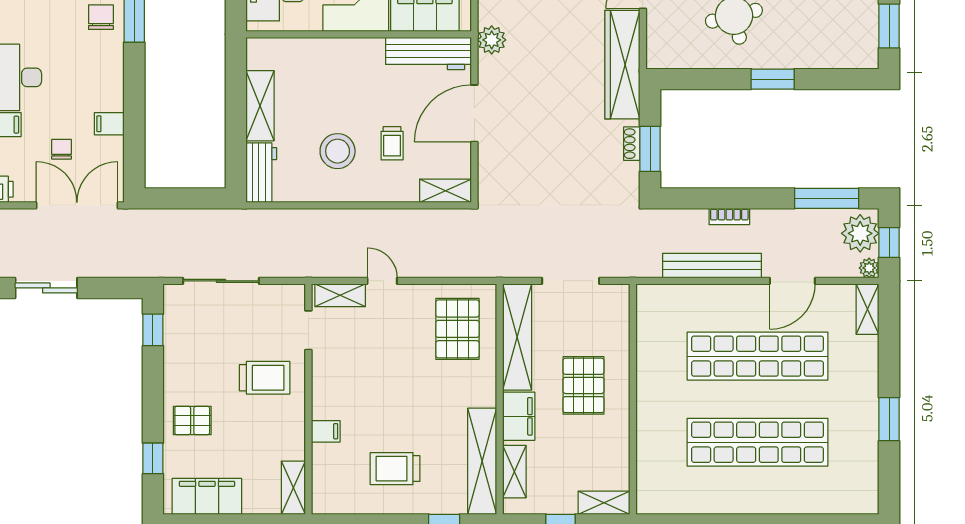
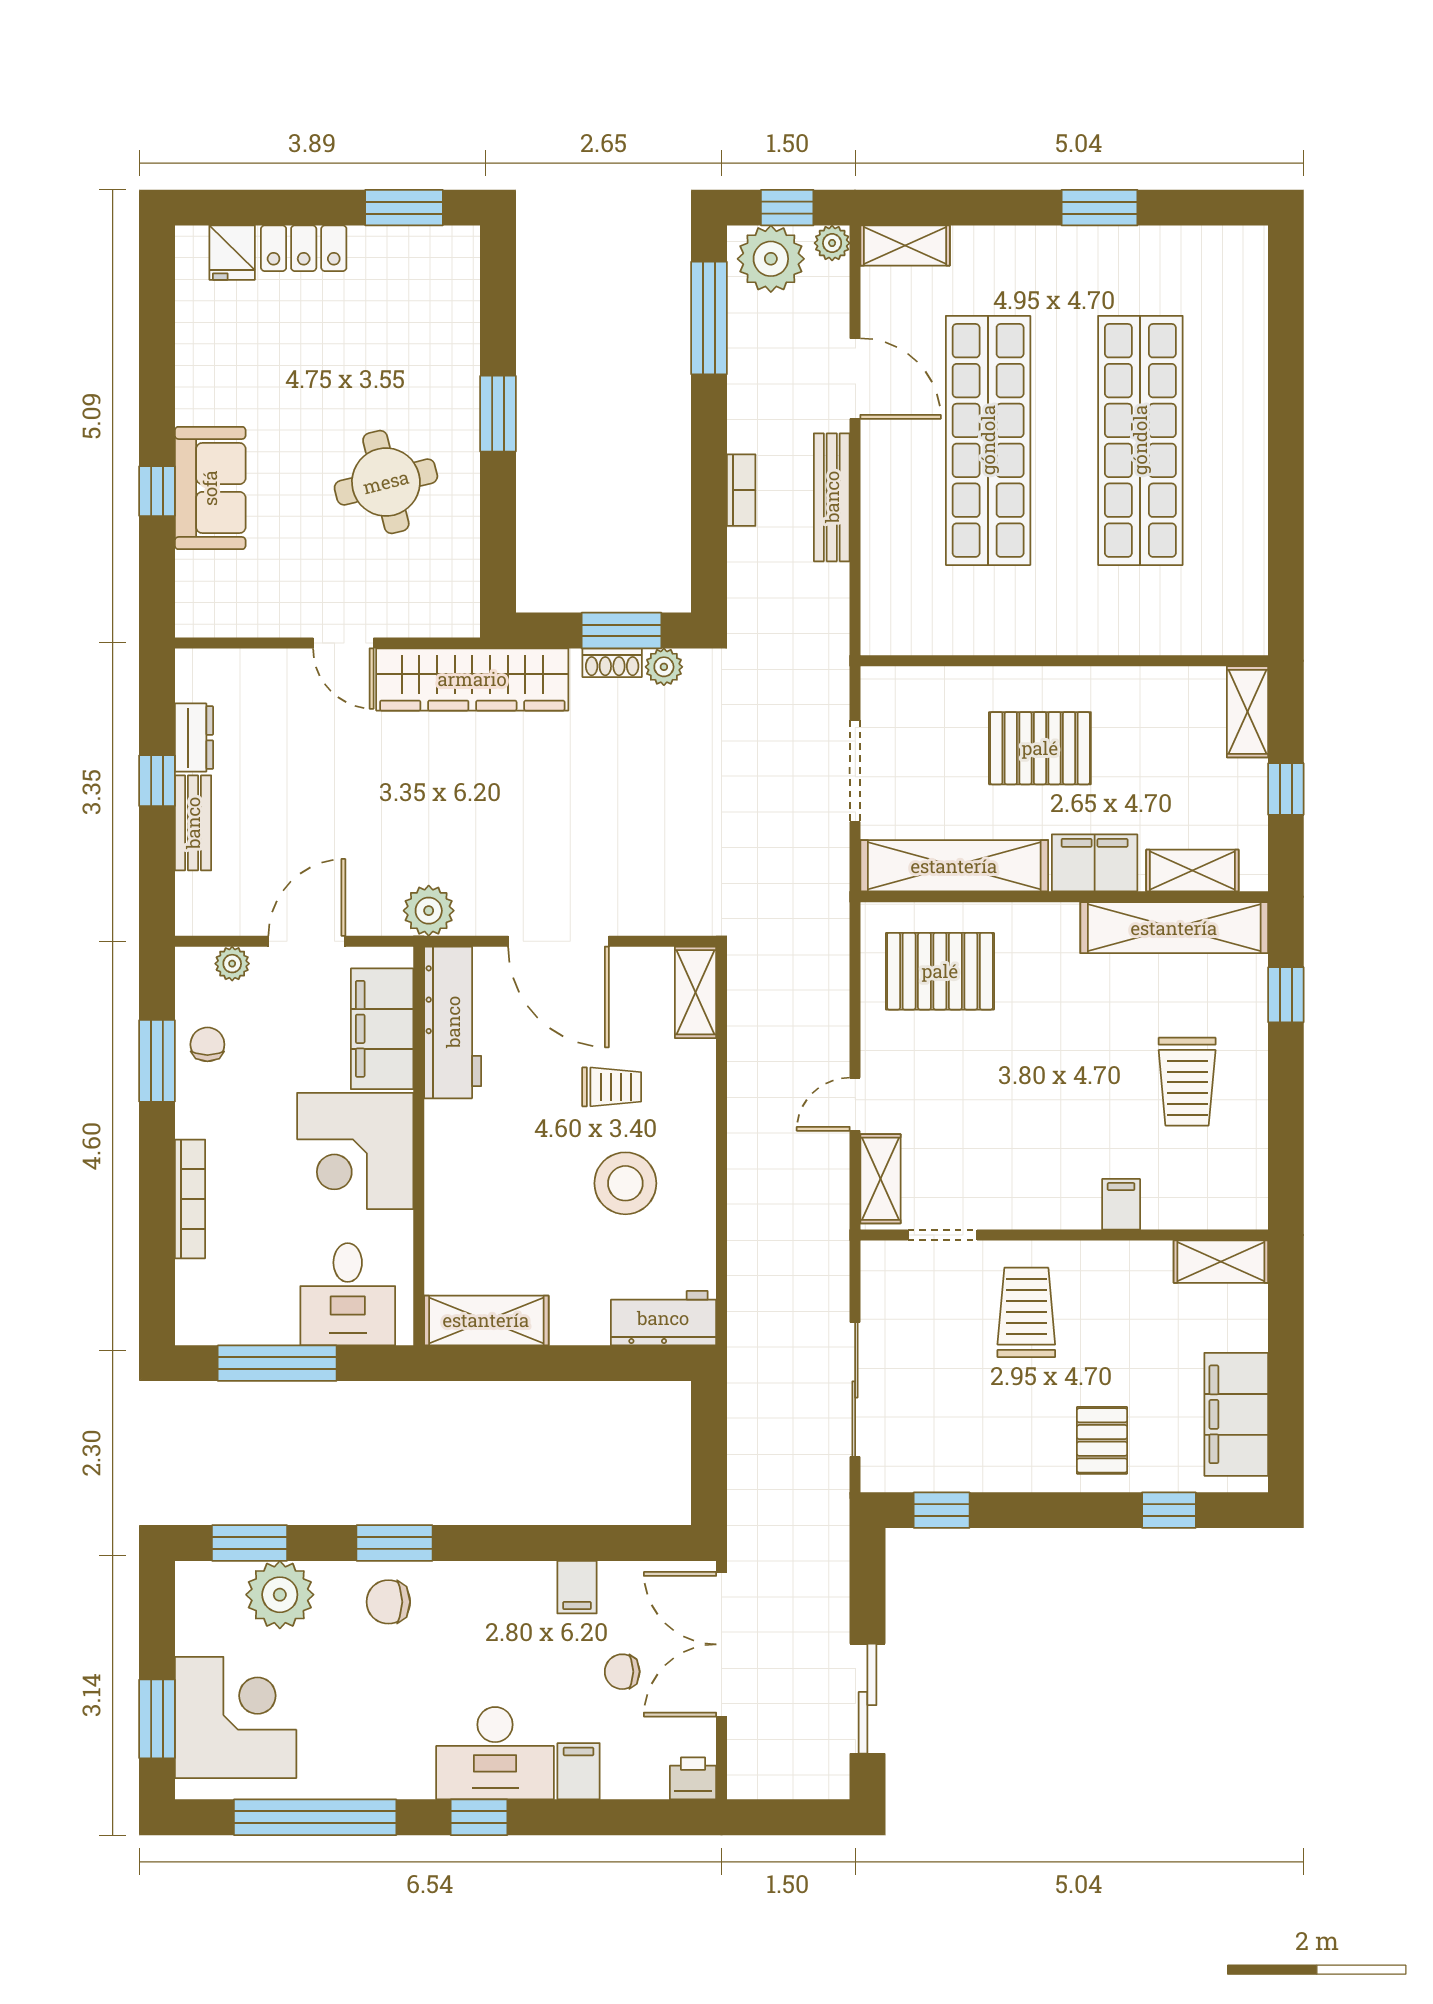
shelving: (260, 106) -> (486, 1320), moved
plant: (629, 173) -> (664, 667), added
bench: (712, 266) -> (832, 497), width x0.73, depth x0.82

